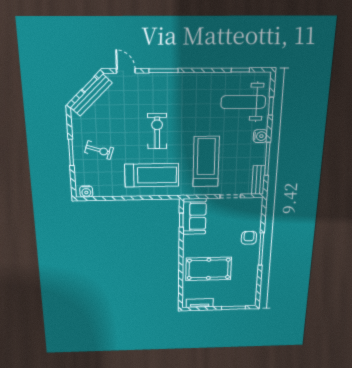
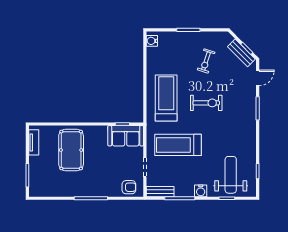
bench: (91, 95) -> (241, 53), width x0.73
exercise bike: (99, 150) -> (206, 61), moved
treadmill: (206, 162) -> (178, 145), turned 180
treadmill: (152, 175) -> (166, 98), turned 180
armchair: (249, 238) -> (129, 187), moved

